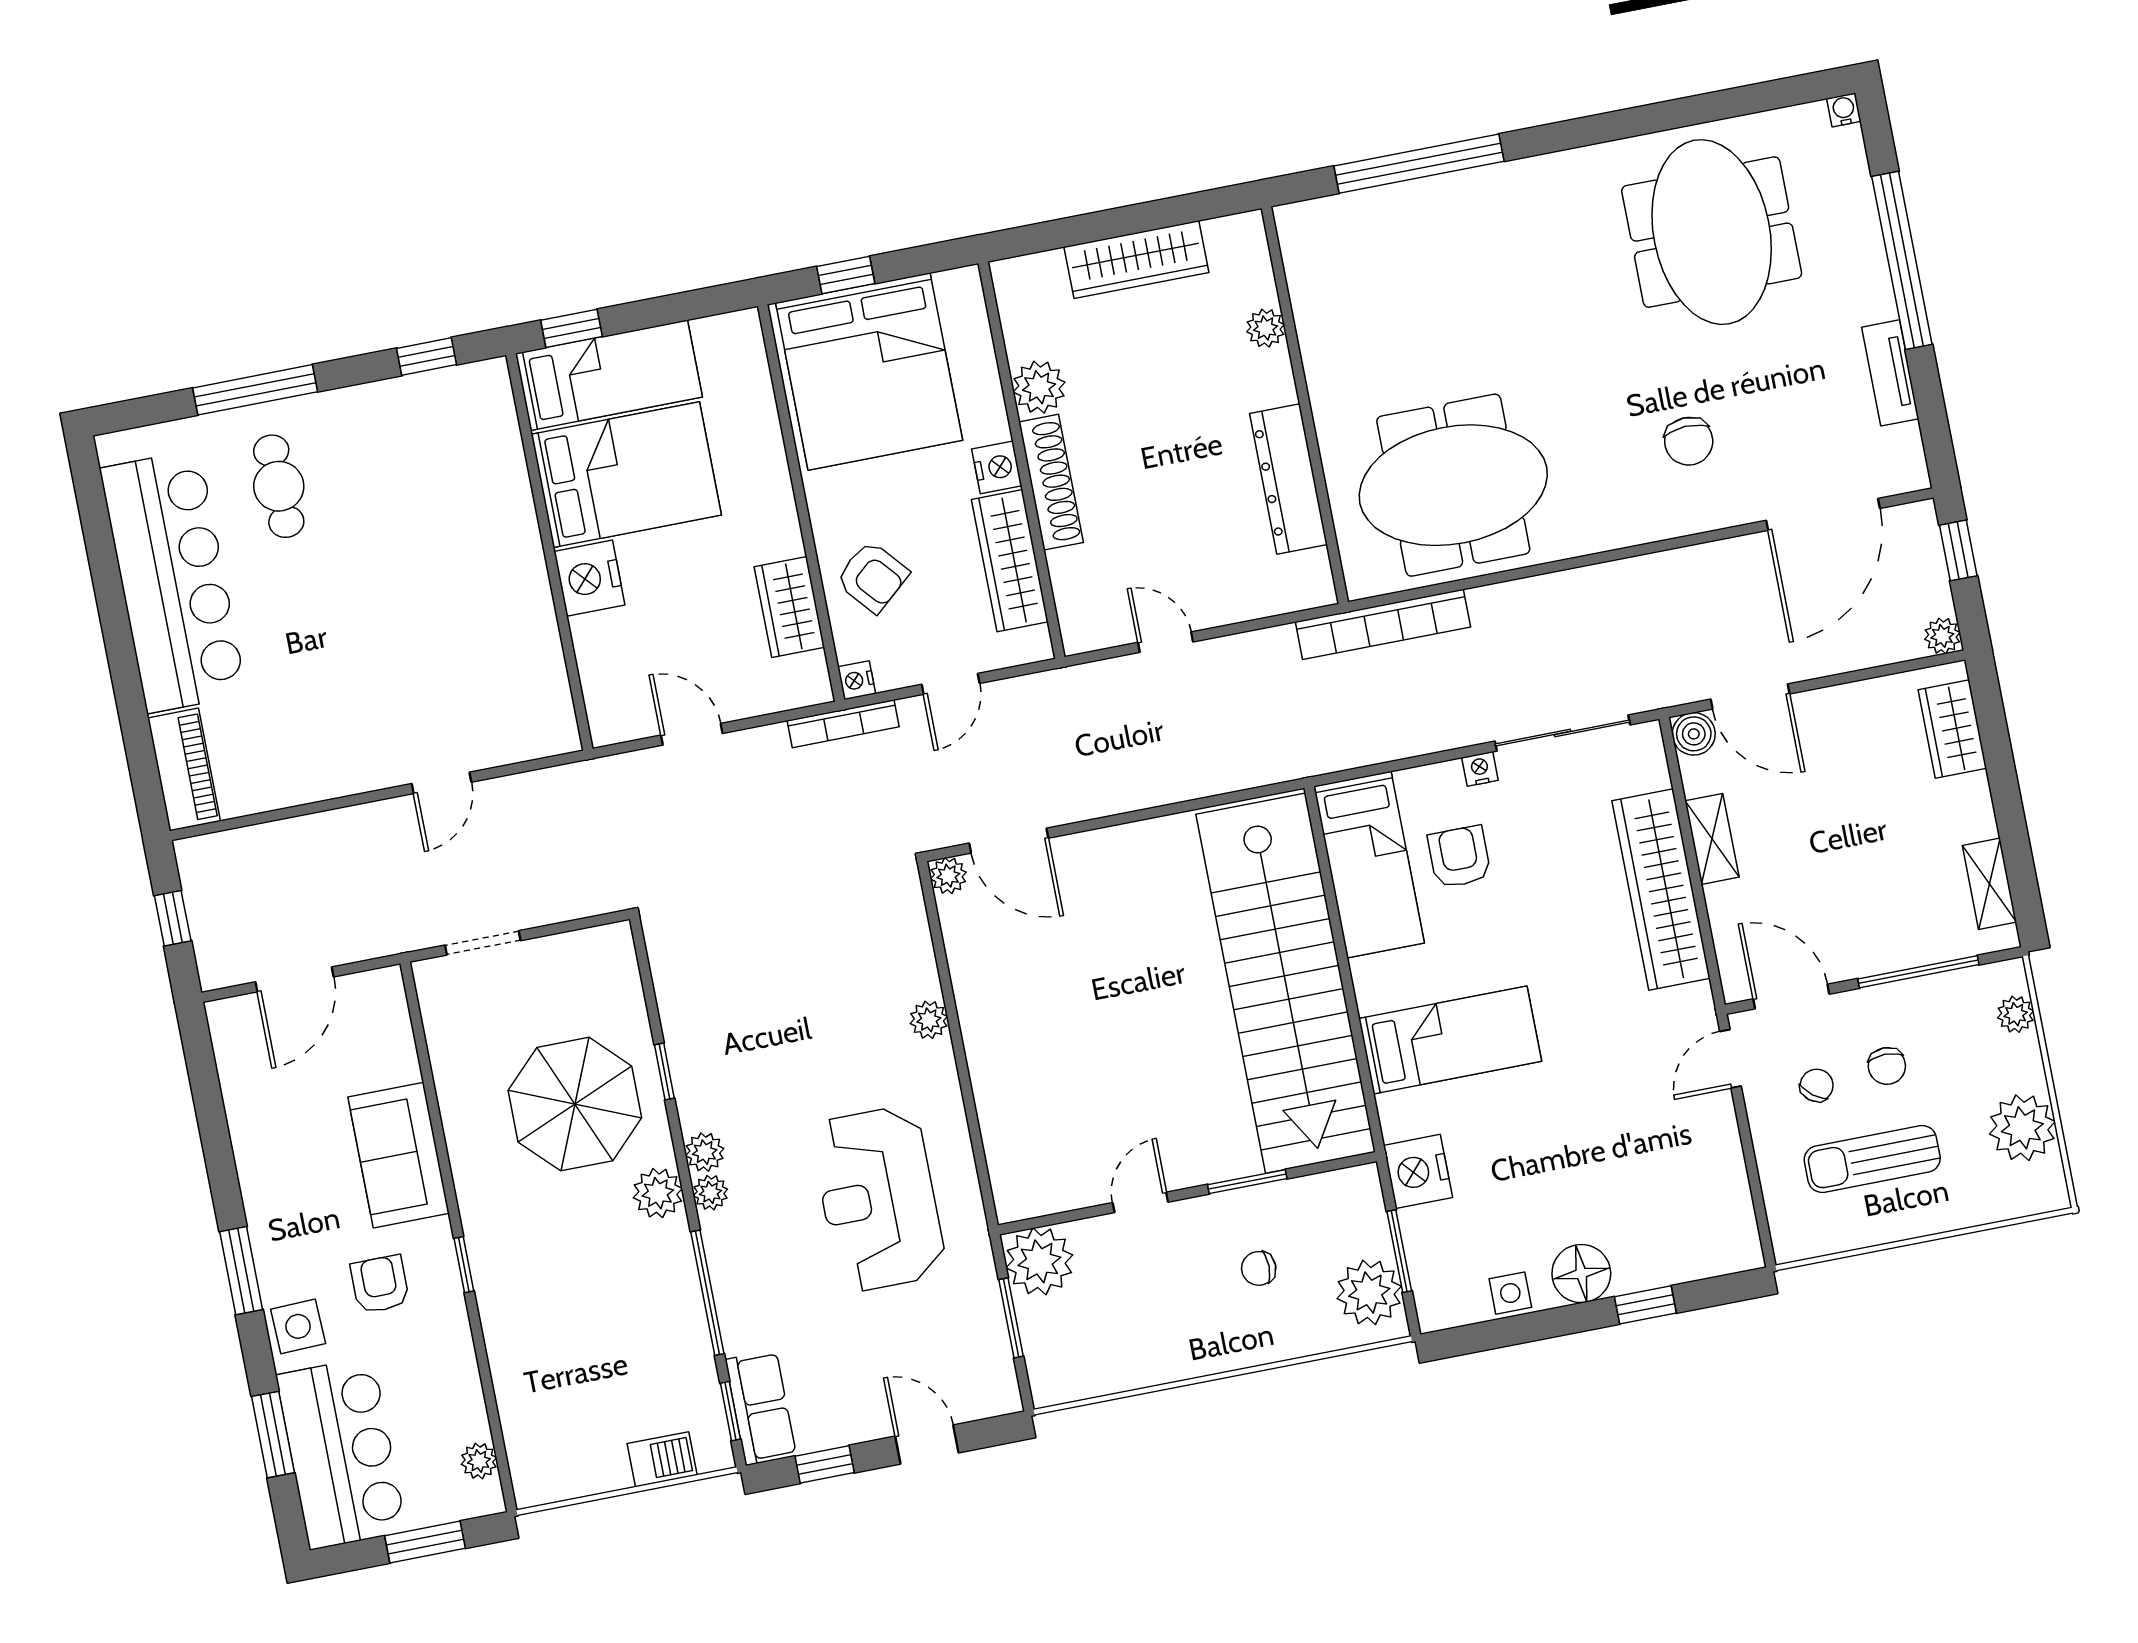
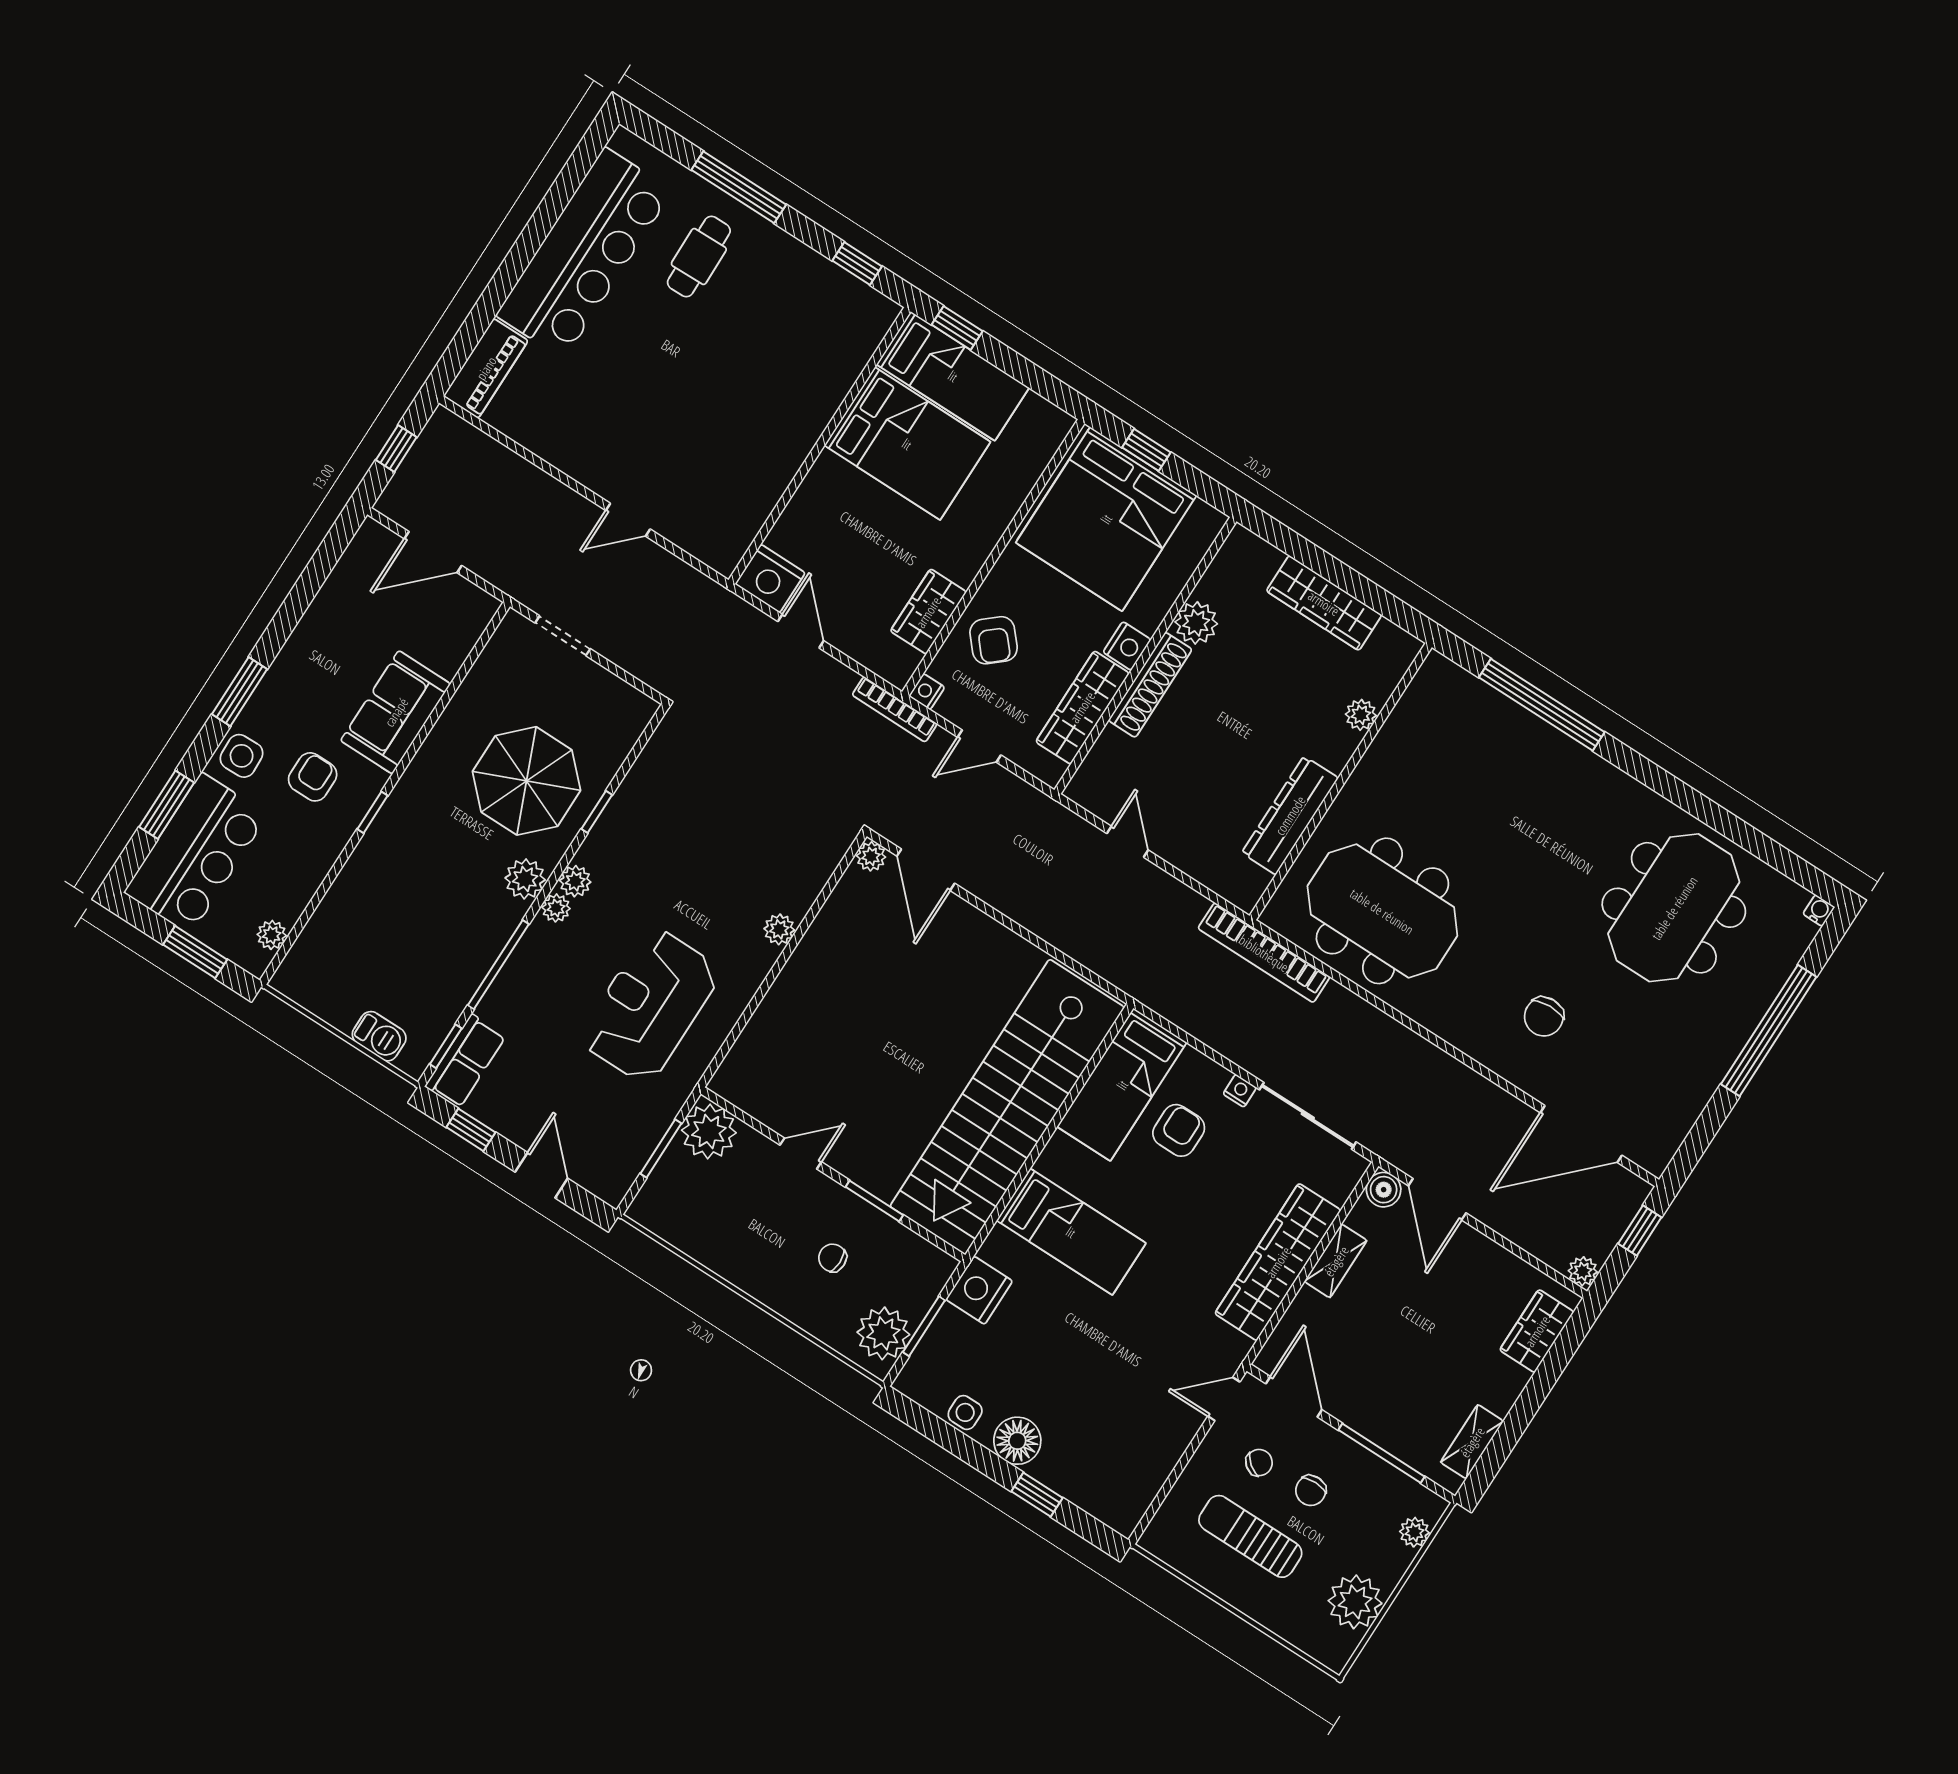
tv unit: (1890, 373) -> (1699, 1089), removed
nightstand: (589, 578) -> (770, 578), moved, turned -90

